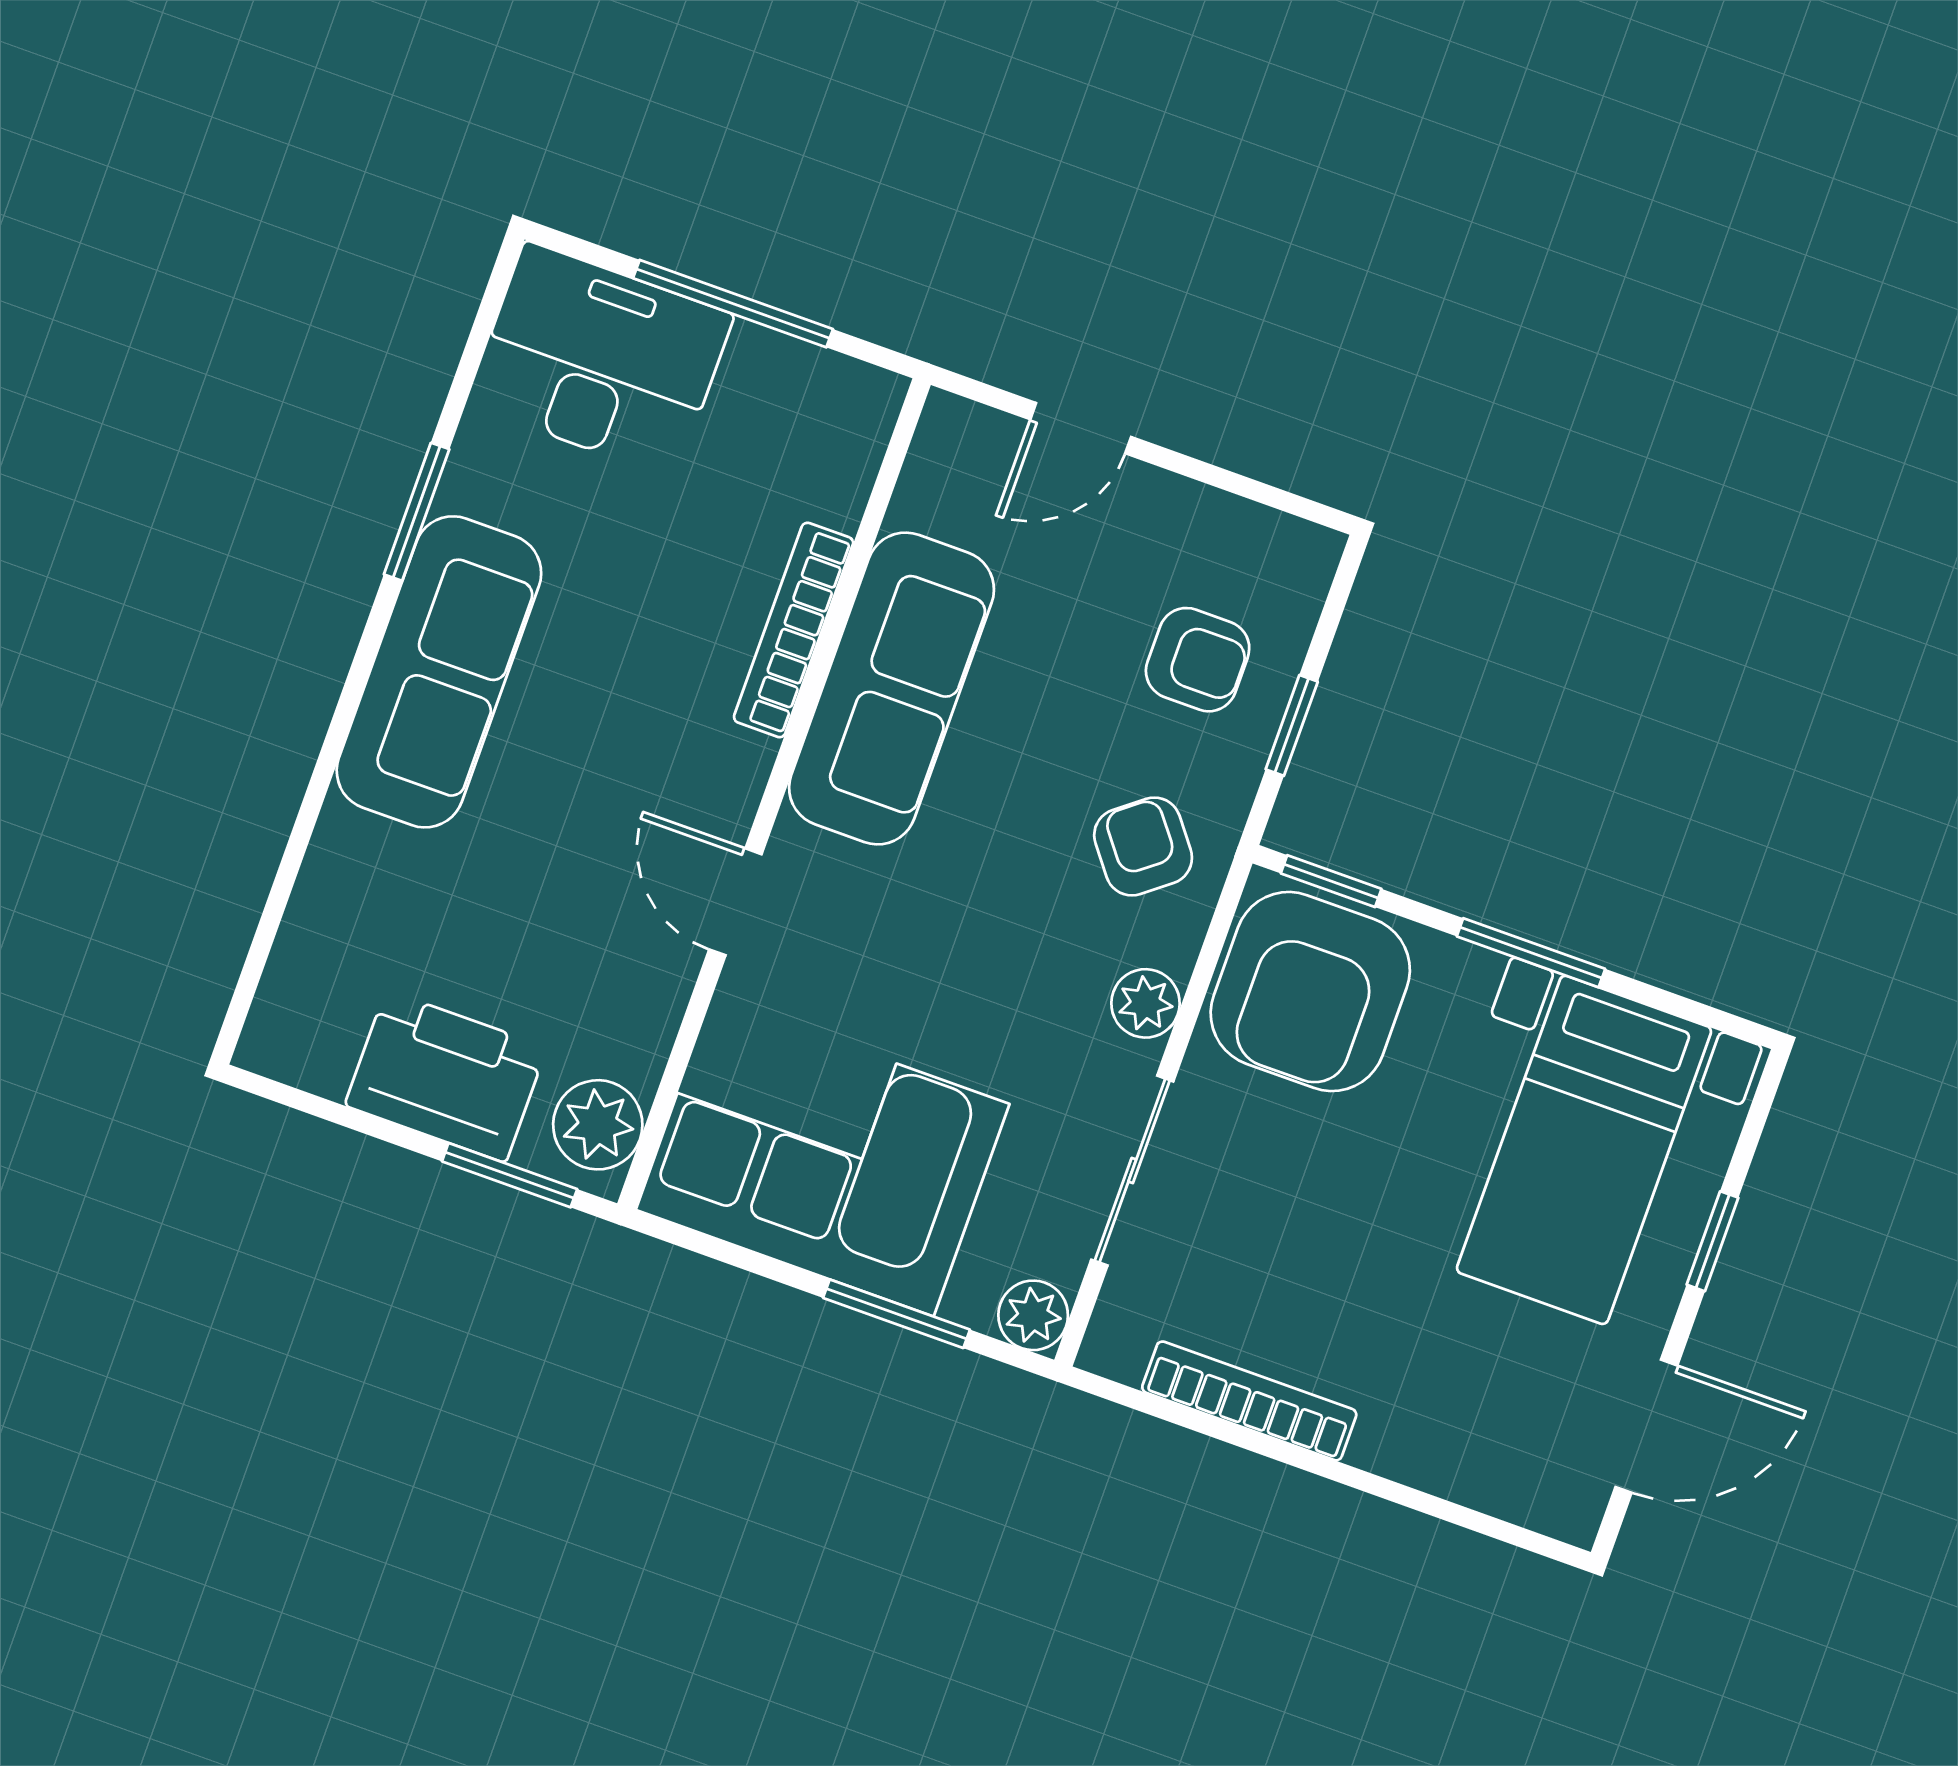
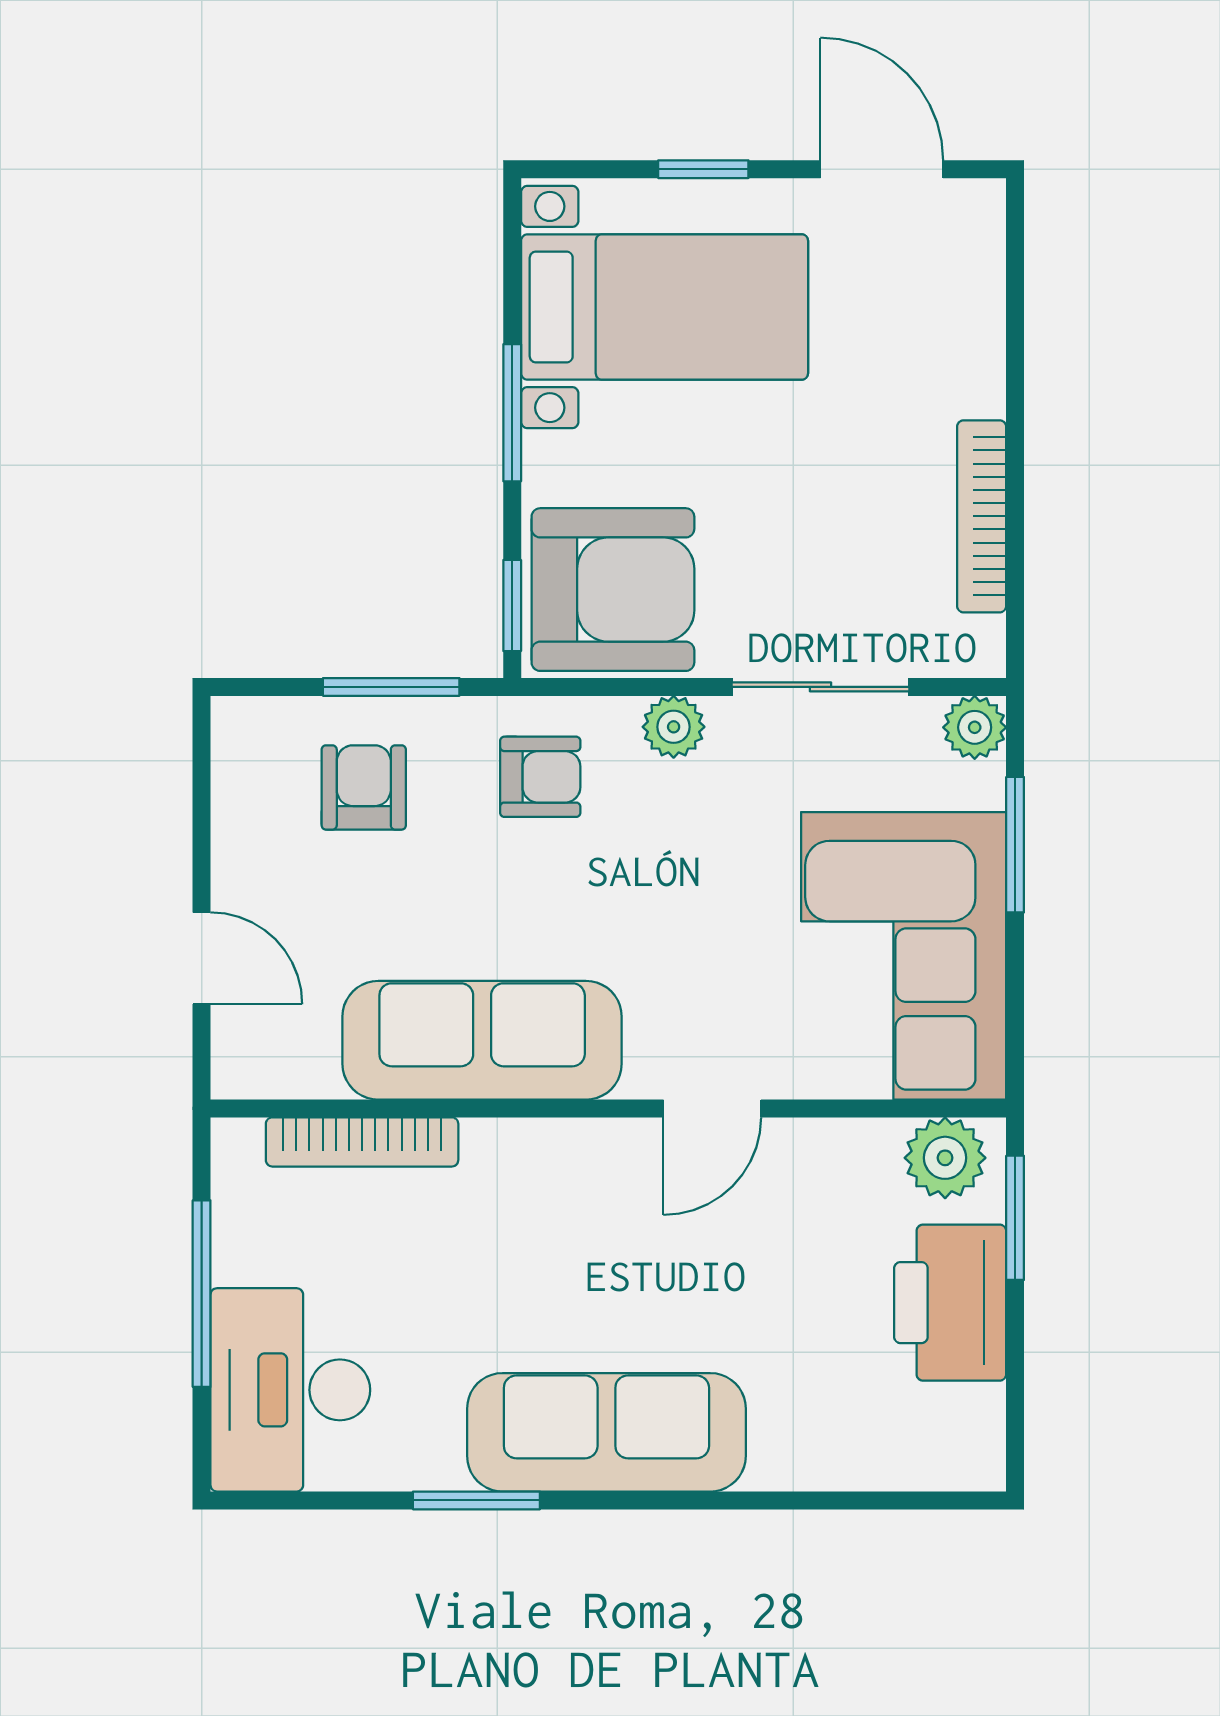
bookcase: (794, 630) -> (362, 1142), moved
window: (1292, 725) -> (391, 687), width x1.50
armchair: (1143, 847) -> (540, 777), turned -142

